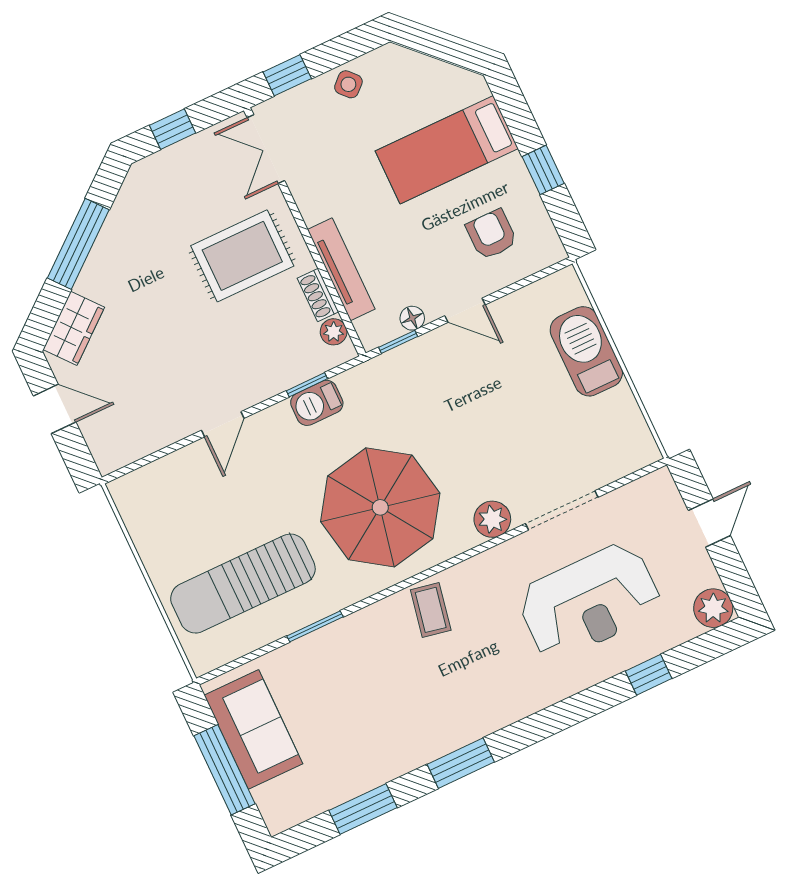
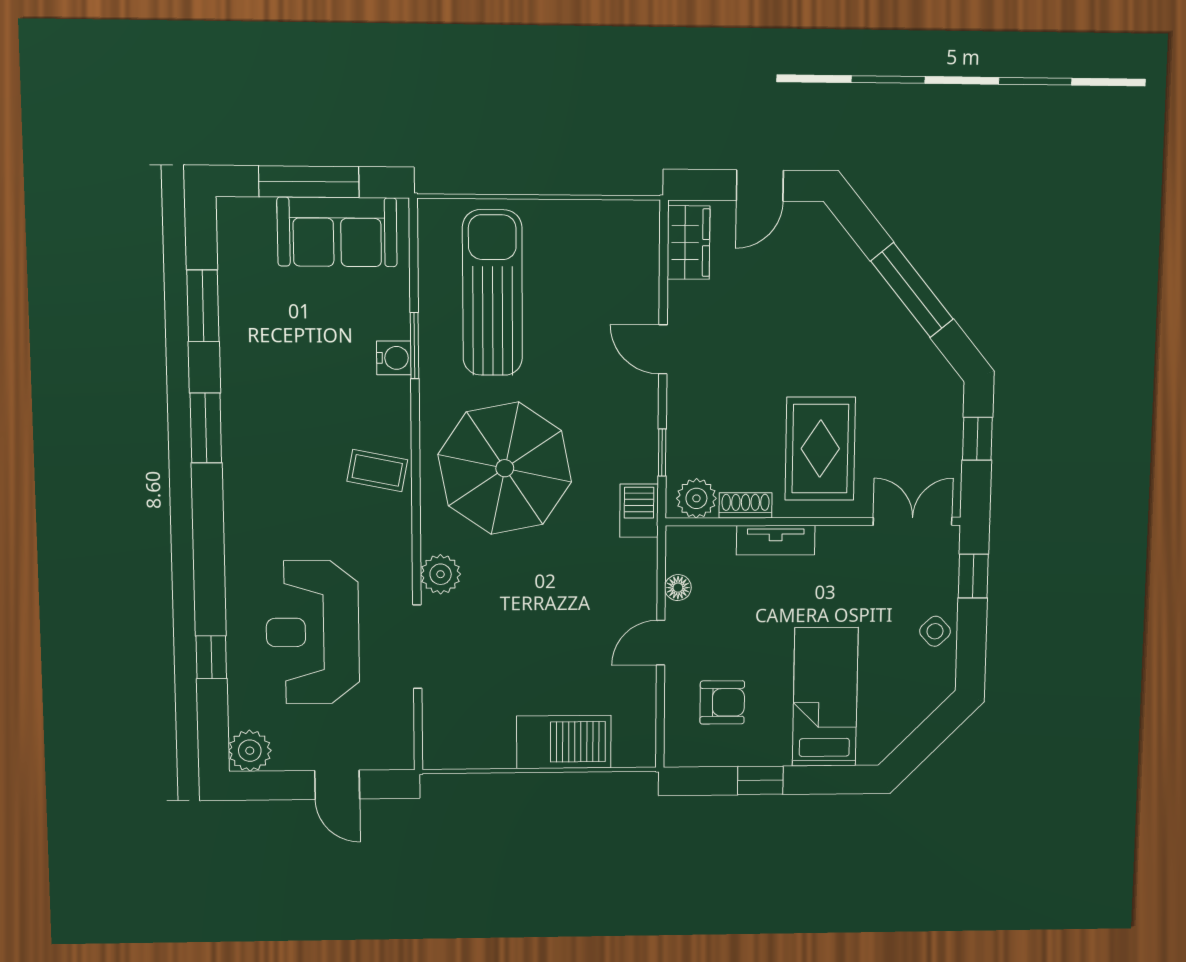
tv unit: (341, 269) -> (776, 540), width x0.71
wardrobe: (74, 328) -> (688, 242), moved, turned -141
plant: (334, 332) -> (696, 498), width x1.38, depth x1.38
window: (398, 342) -> (661, 563), removed
barbecue: (317, 403) -> (639, 511), moved
water cooler: (333, 638) -> (394, 358), added

